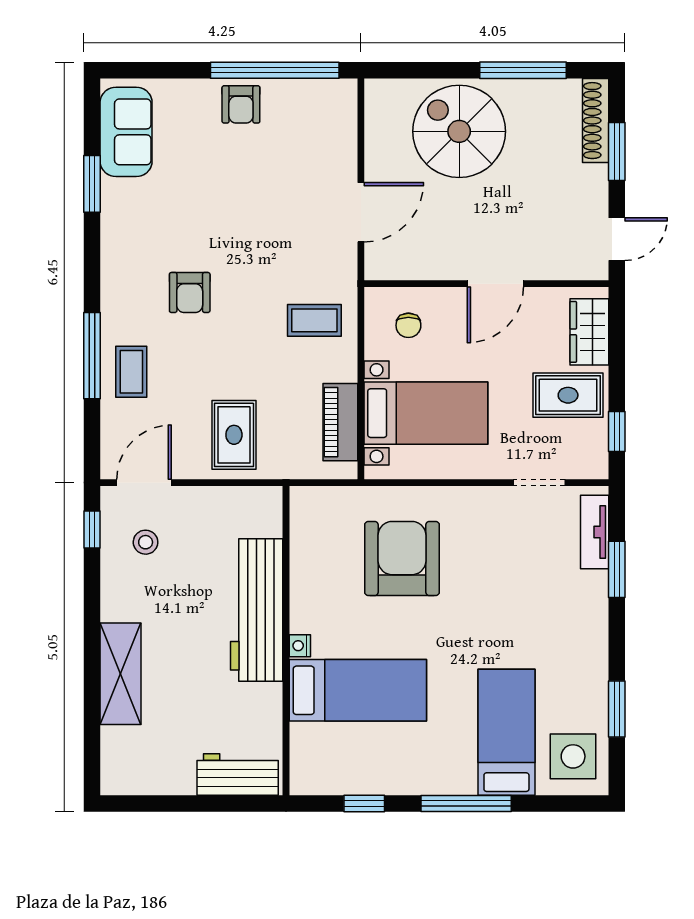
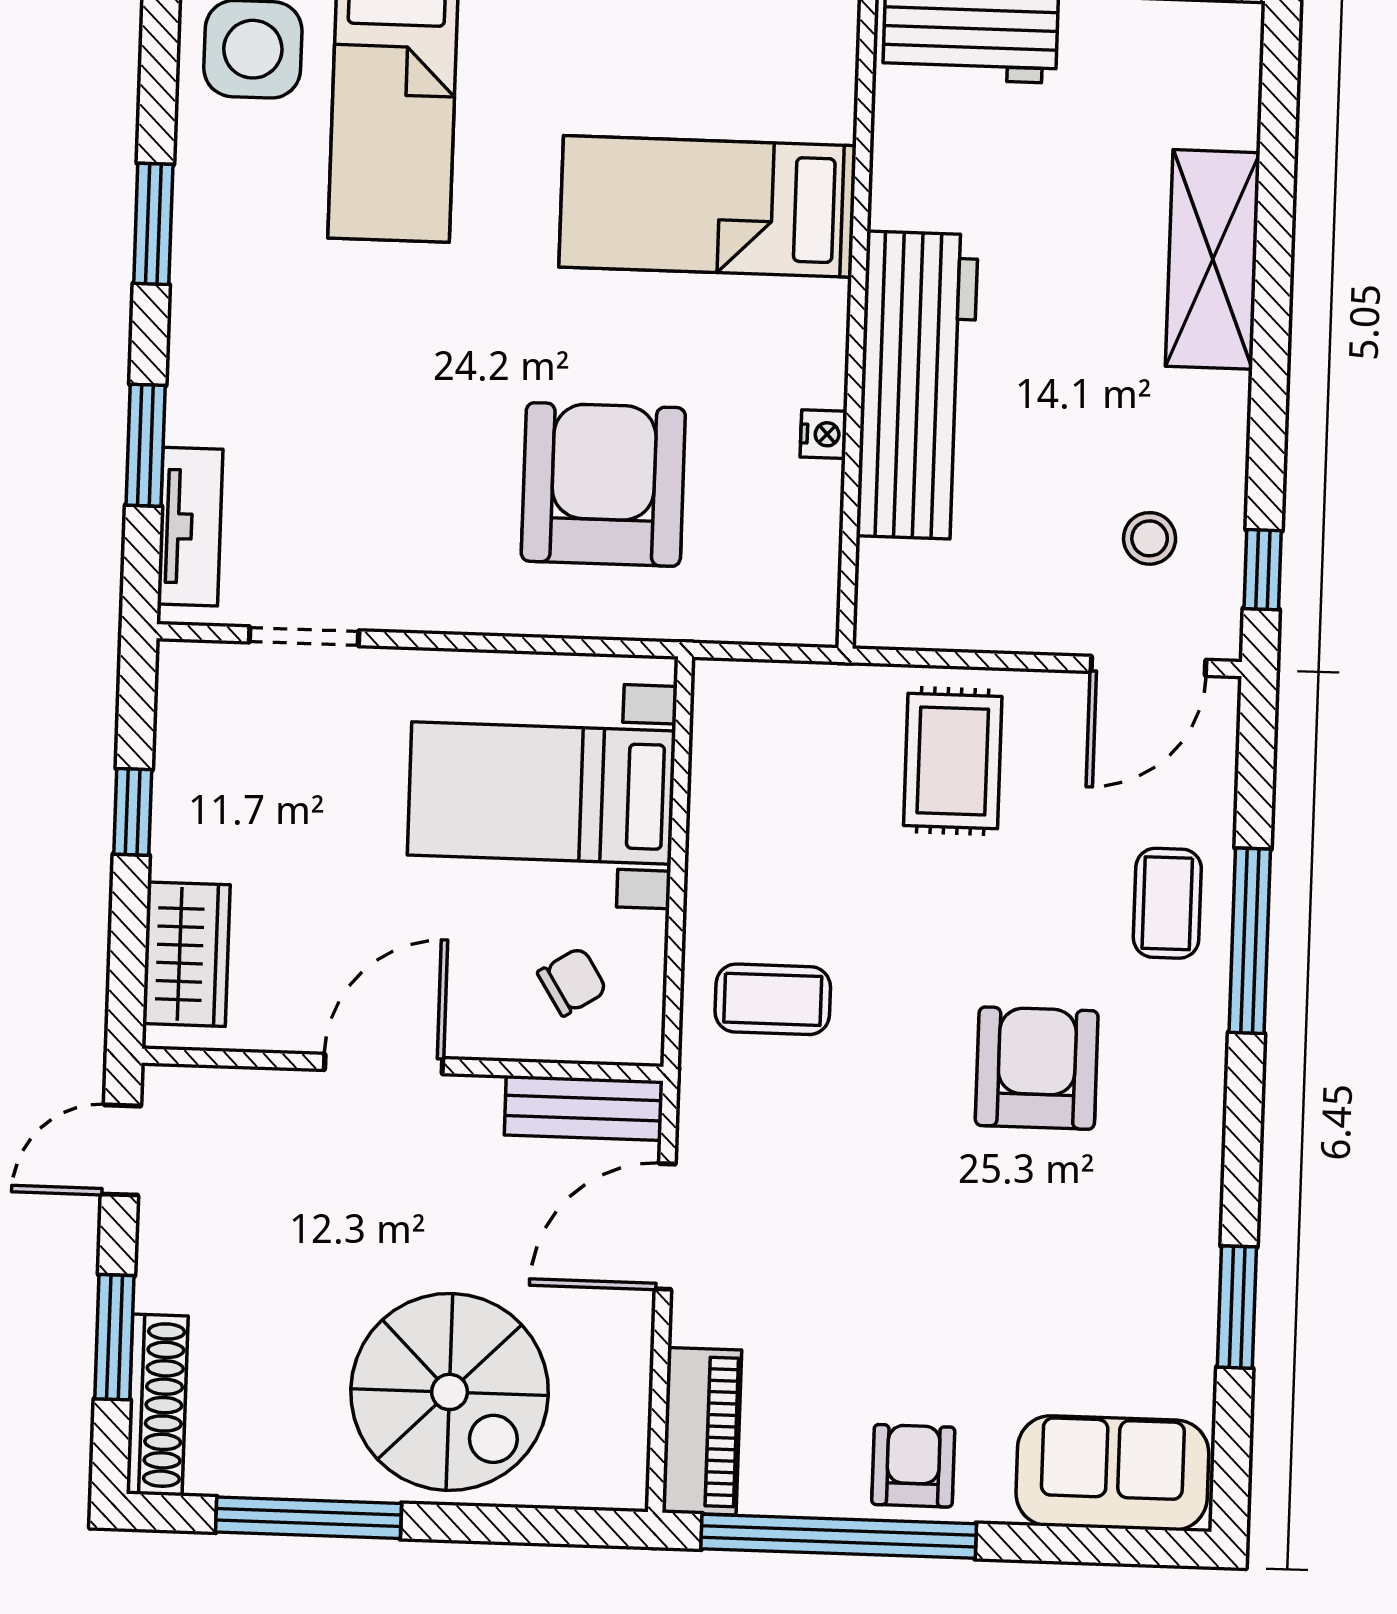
sofa: (126, 132) -> (1112, 1473), moved, turned 90
bench: (401, 266) -> (584, 1108), added
armchair: (190, 292) -> (1037, 1068), width x1.38, depth x1.38
chair: (408, 325) -> (572, 982), turned 58
rug: (568, 395) -> (237, 821), removed
piano: (340, 422) -> (702, 1431), moved
window: (617, 431) -> (133, 812), moved
armchair: (402, 558) -> (603, 484), turned 180
nightstand: (300, 646) -> (823, 434), moved
window: (617, 709) -> (153, 224), moved

